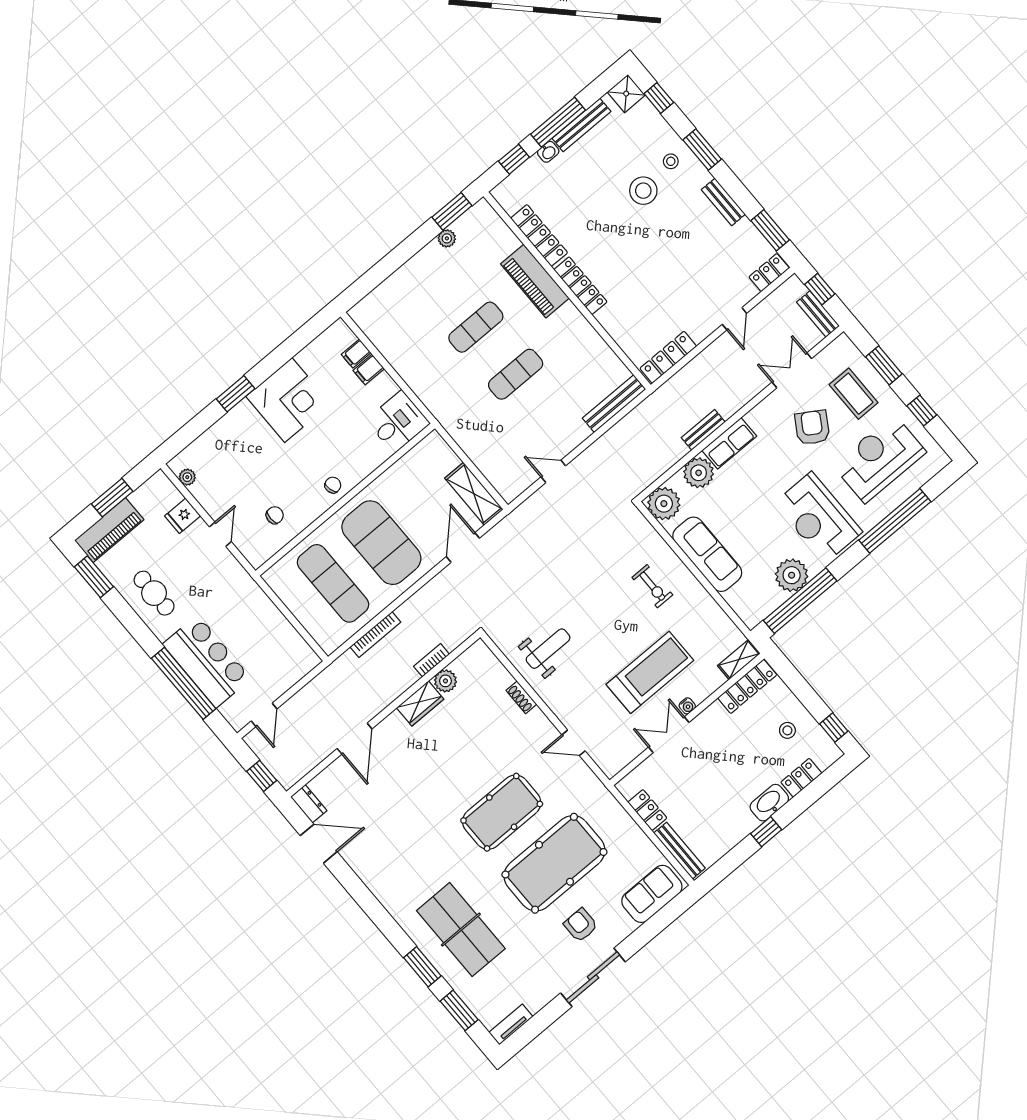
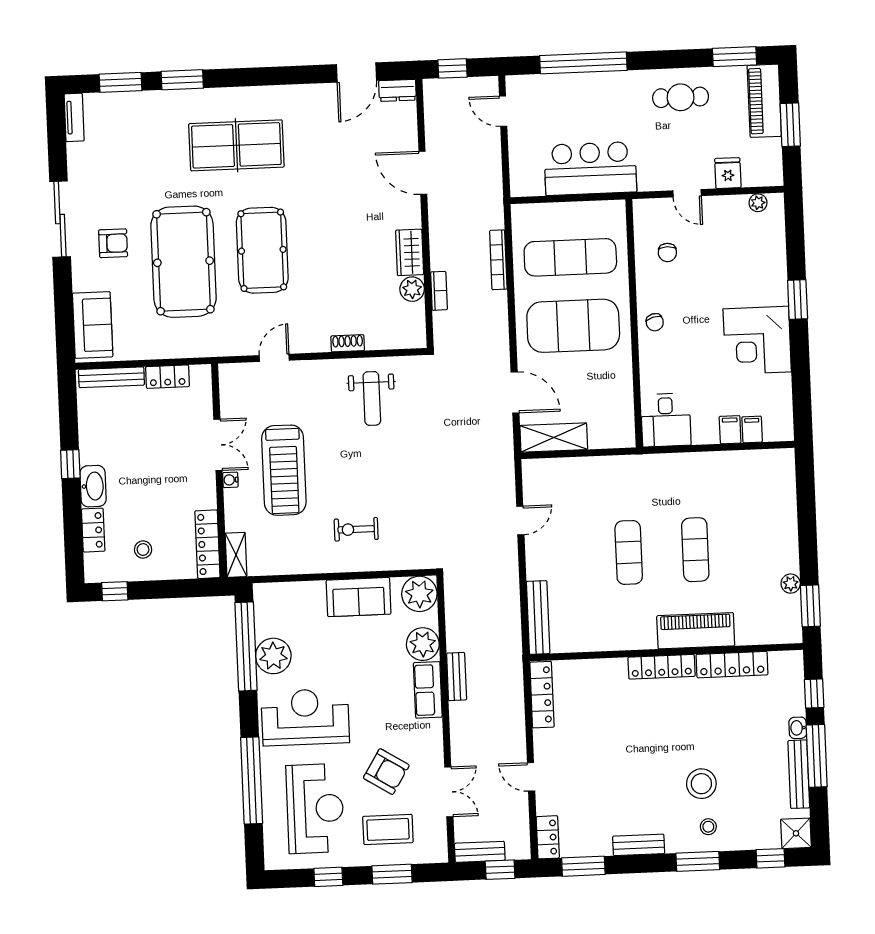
sofa: (707, 554) -> (359, 597), width x0.73
bar counter: (207, 661) -> (590, 169), moved, turned 180
table tennis table: (461, 930) -> (236, 145), moved

